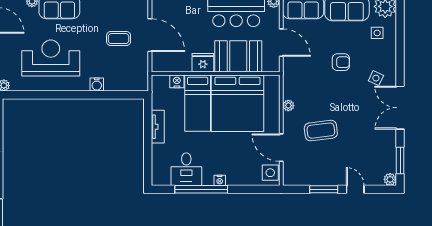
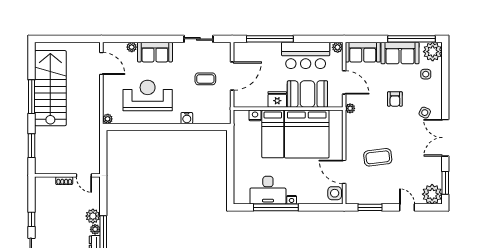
door: (150, 35) -> (232, 76), hinge flipped
armchair: (341, 62) -> (395, 99), turned 90
plant: (288, 106) -> (350, 108), moved
tv unit: (158, 127) -> (239, 154), removed
desk: (186, 169) -> (268, 190), width x1.37
plant: (390, 179) -> (432, 194), width x1.88, depth x1.88
window: (324, 189) -> (370, 207), moved

